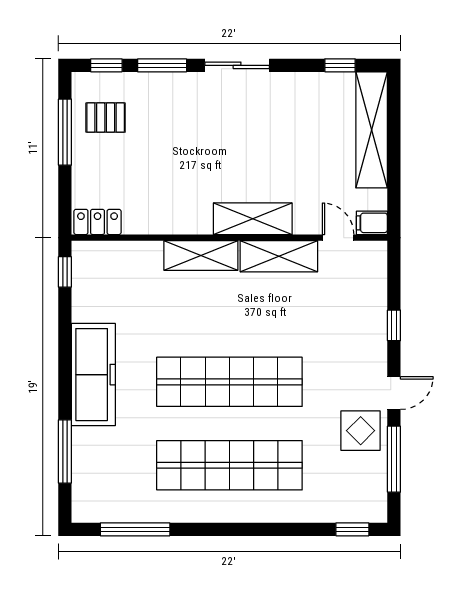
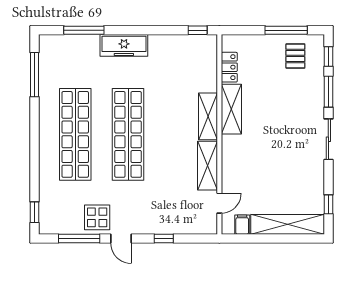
shelving: (253, 219) -> (231, 109), moved
locker: (98, 222) -> (229, 67), moved
filing cabinet: (372, 223) -> (242, 225), moved
freezer: (93, 375) -> (124, 45), width x0.73, depth x0.79

